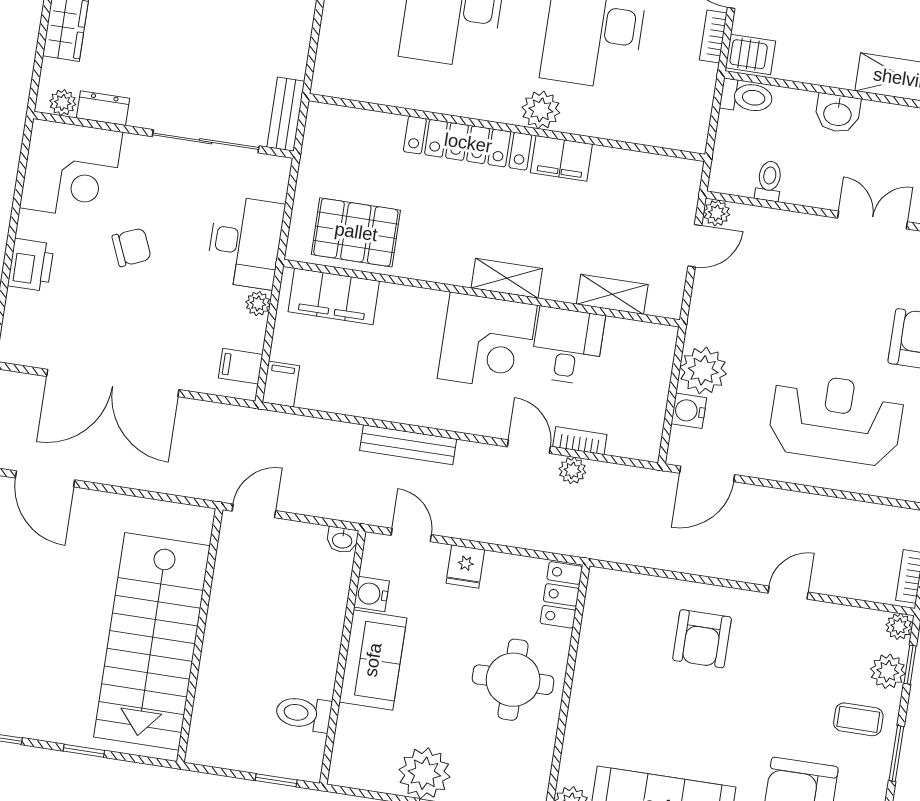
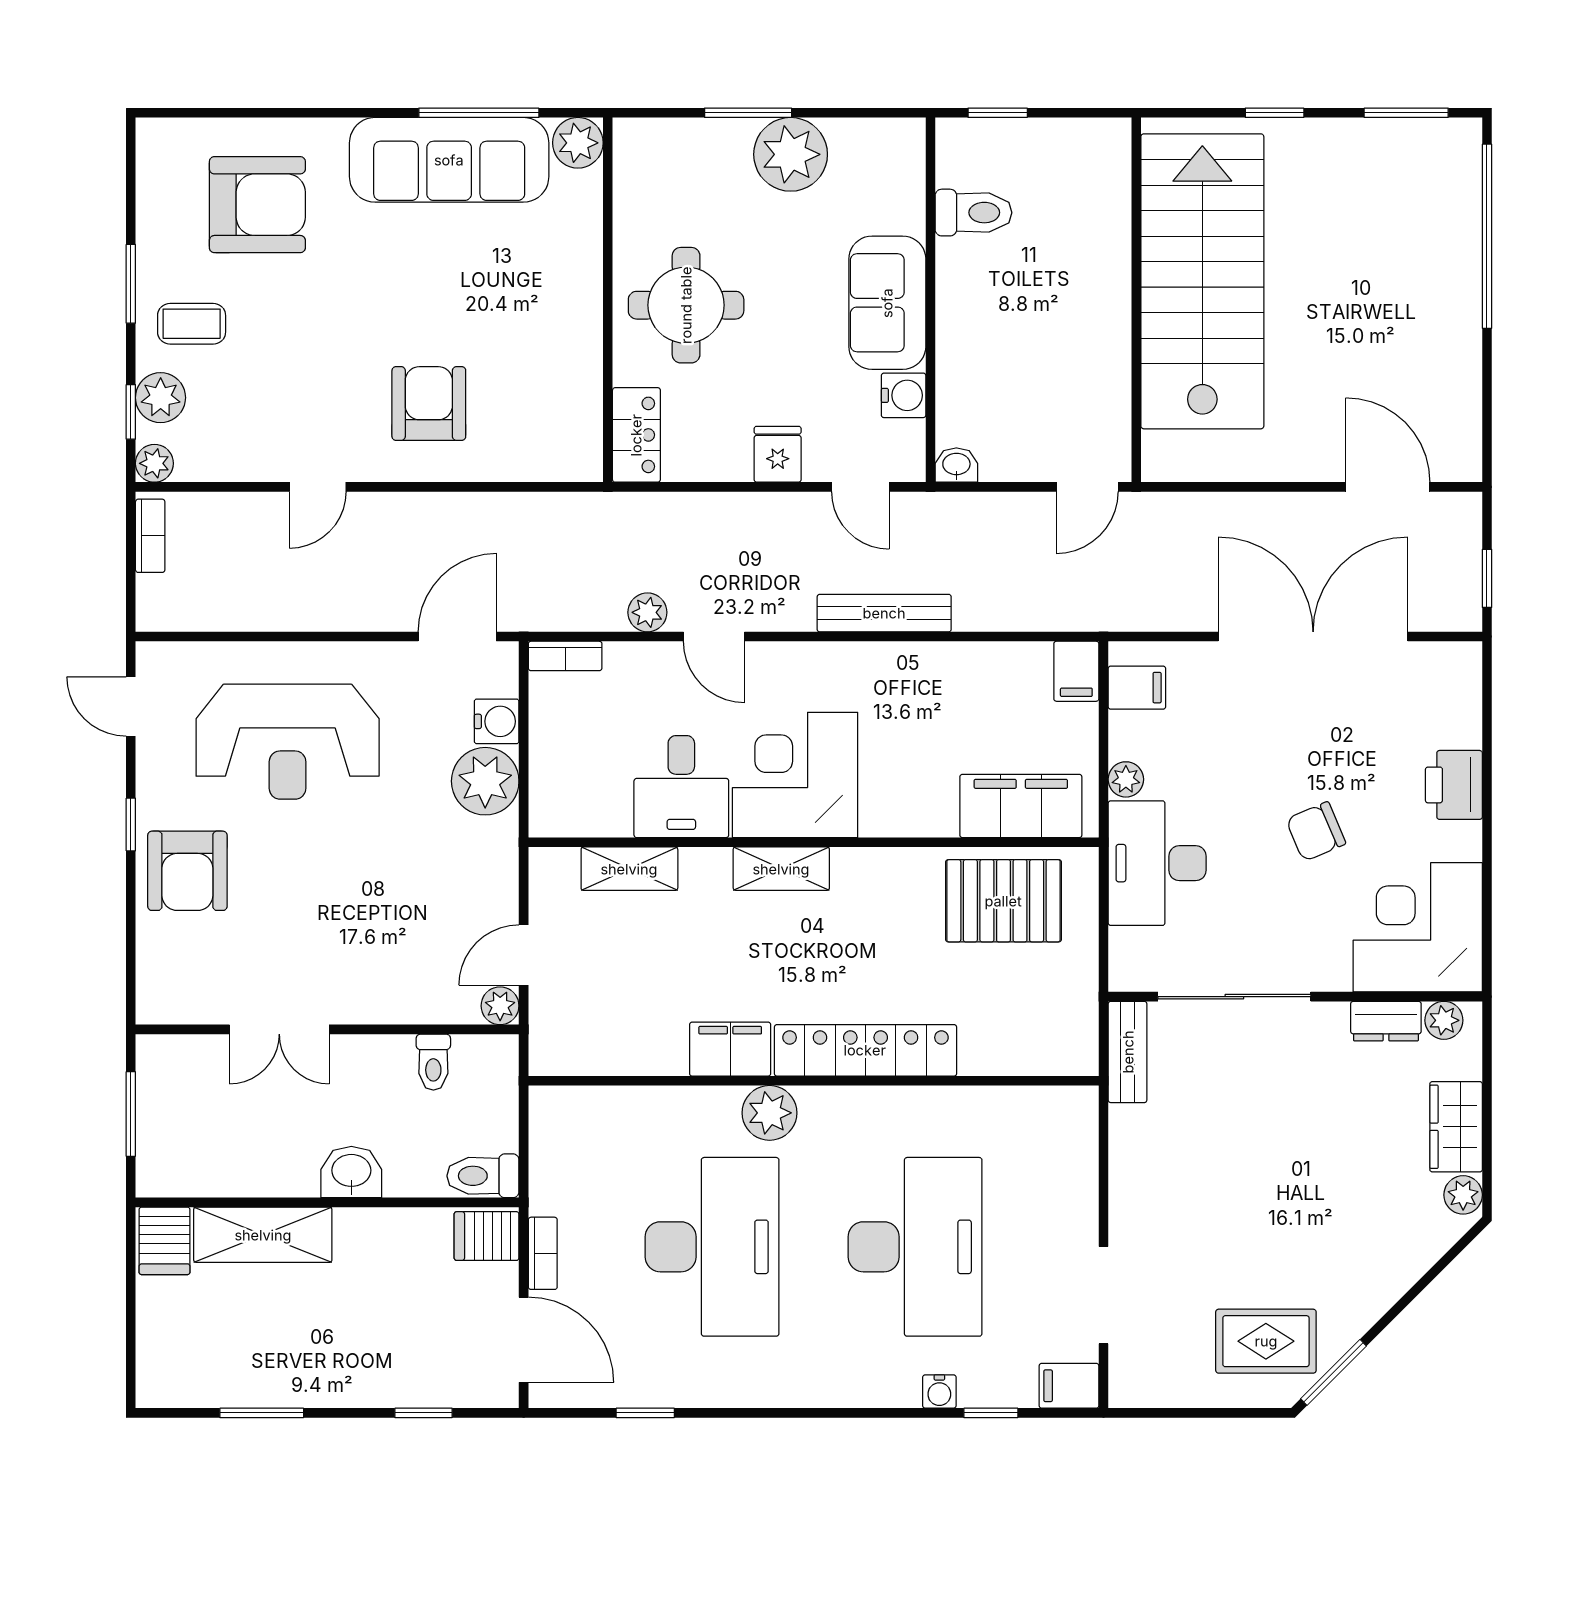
bookcase: (580, 441) -> (565, 656), moved

